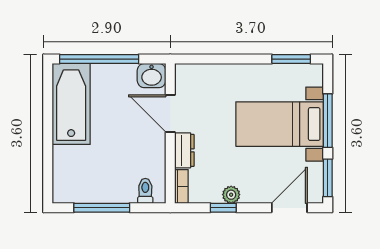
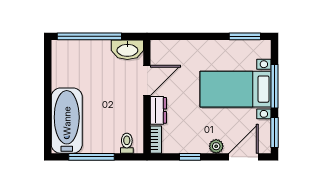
washbasin: (152, 76) -> (127, 50), width x1.38
bathtub: (71, 104) -> (67, 121), moved
door: (170, 114) -> (147, 80), swing flipped
plant: (231, 195) -> (216, 146), moved

